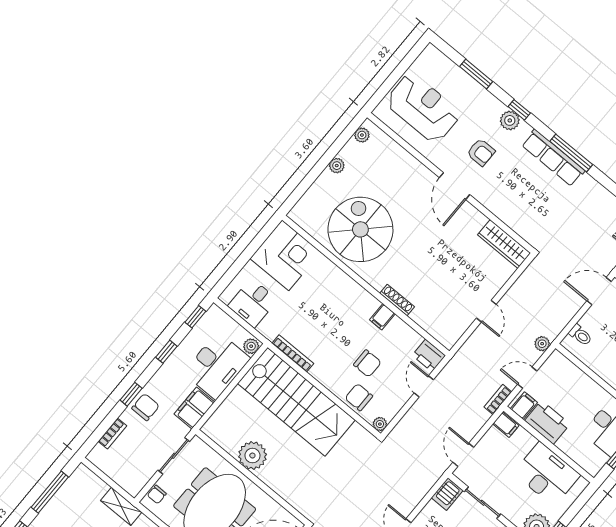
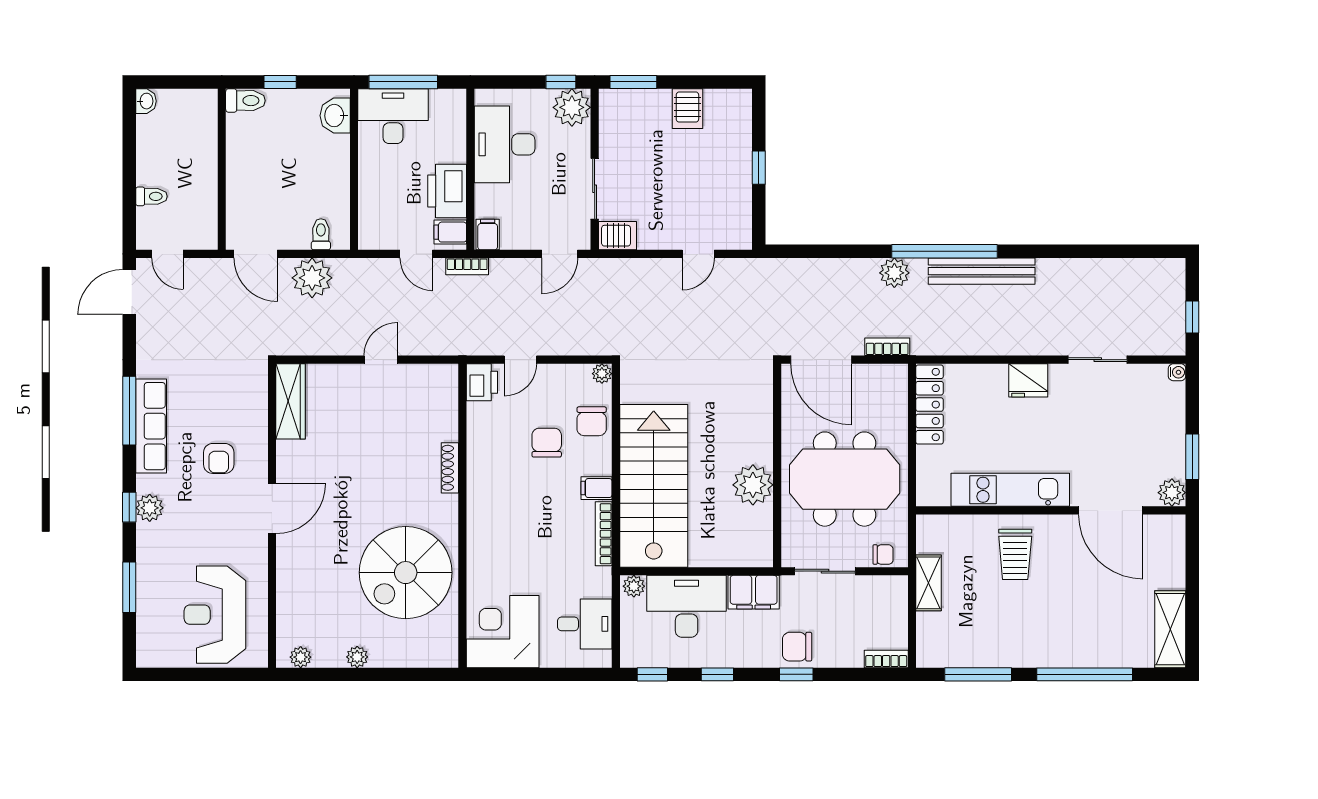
armchair: (481, 152) -> (219, 458), moved, turned 180
filing cabinet: (382, 317) -> (597, 488), moved, turned 180
plant: (542, 344) -> (312, 278), moved, width x1.87, depth x1.87
bookcase: (112, 434) -> (886, 659), moved

